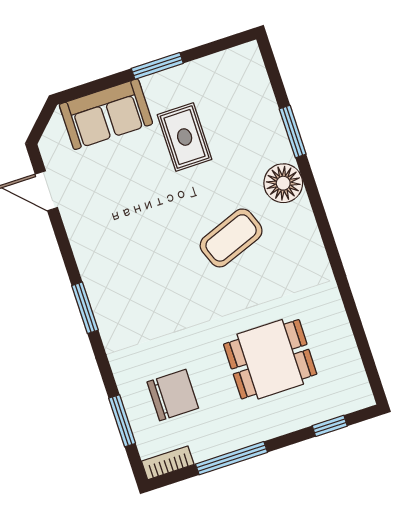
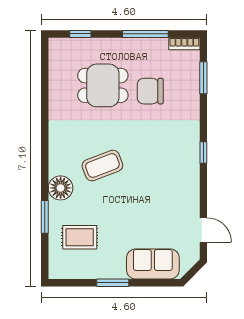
rug: (185, 137) -> (80, 237), moved, turned 90
window: (85, 308) -> (203, 152), width x0.67
chair: (173, 395) -> (150, 91), moved

